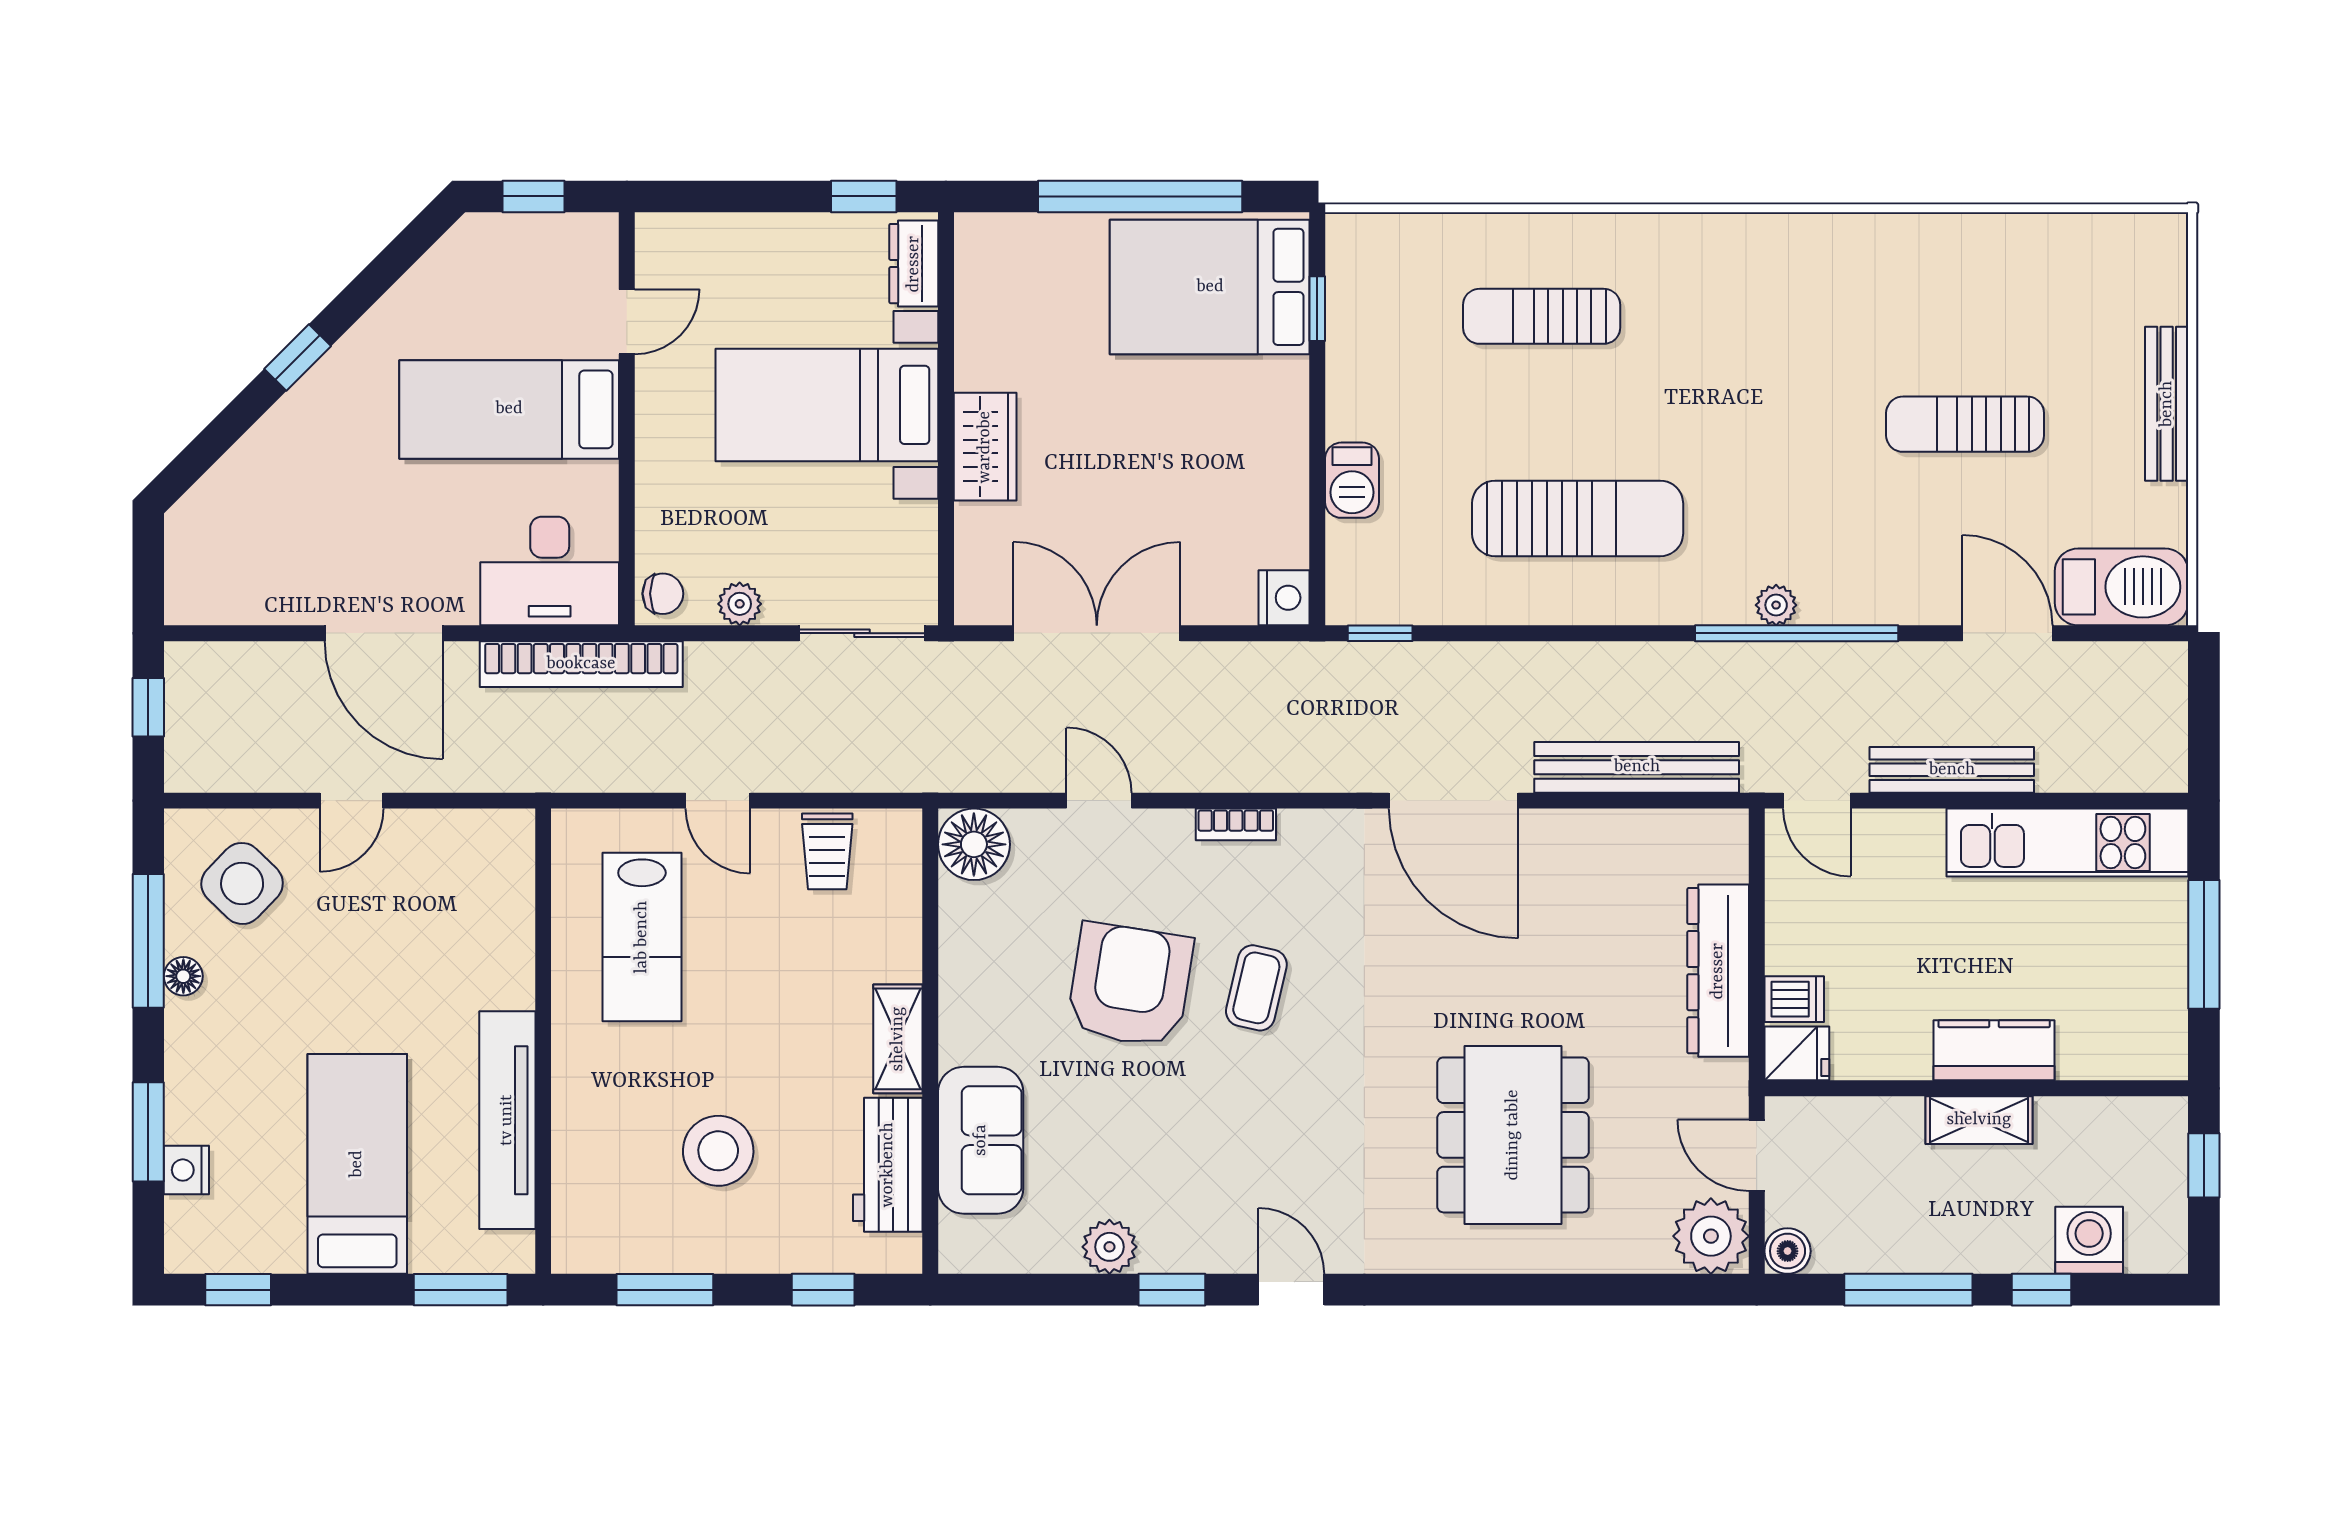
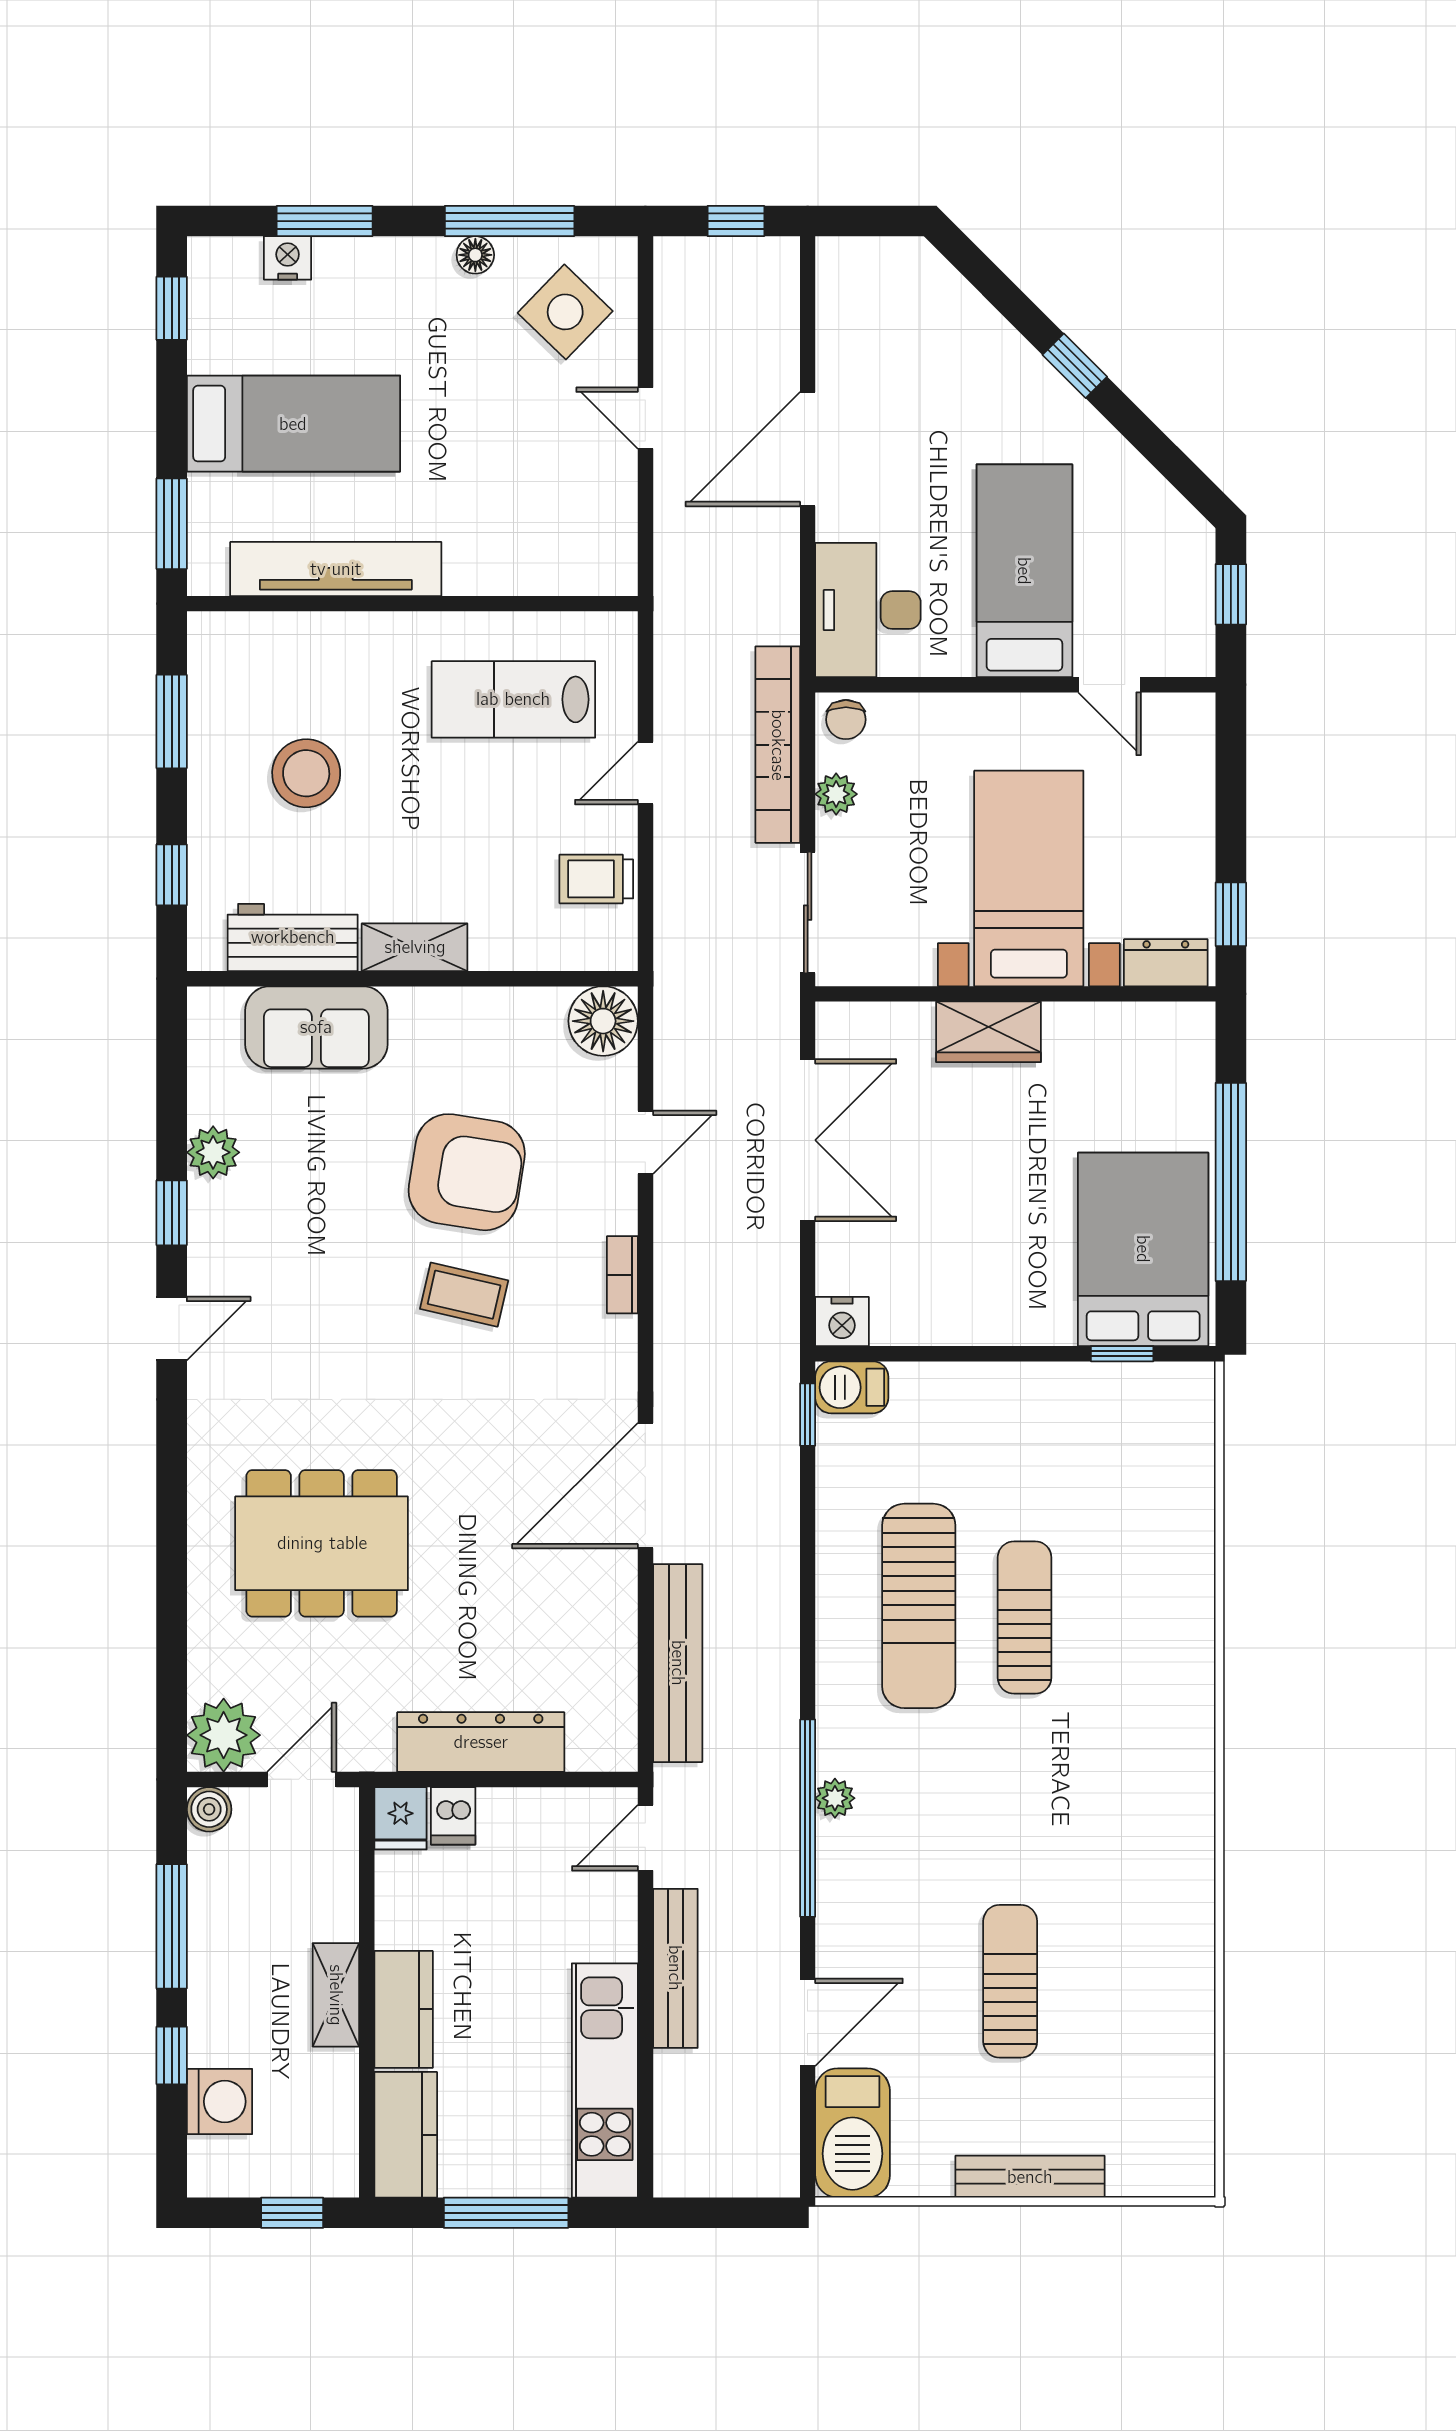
sun lounger: (1542, 316) -> (1025, 1618), moved
barbecue: (1352, 480) -> (852, 1387), moved
bookcase: (581, 664) -> (778, 745), moved
kitchen counter: (2123, 1048) -> (406, 2135), added

